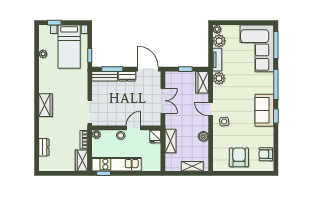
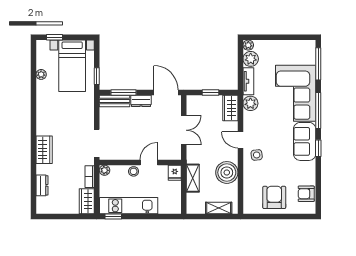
corner sofa: (257, 48) -> (296, 93), moved
wardrobe: (46, 105) -> (44, 150), moved
boiler: (203, 136) -> (227, 172), width x1.86, depth x1.86

